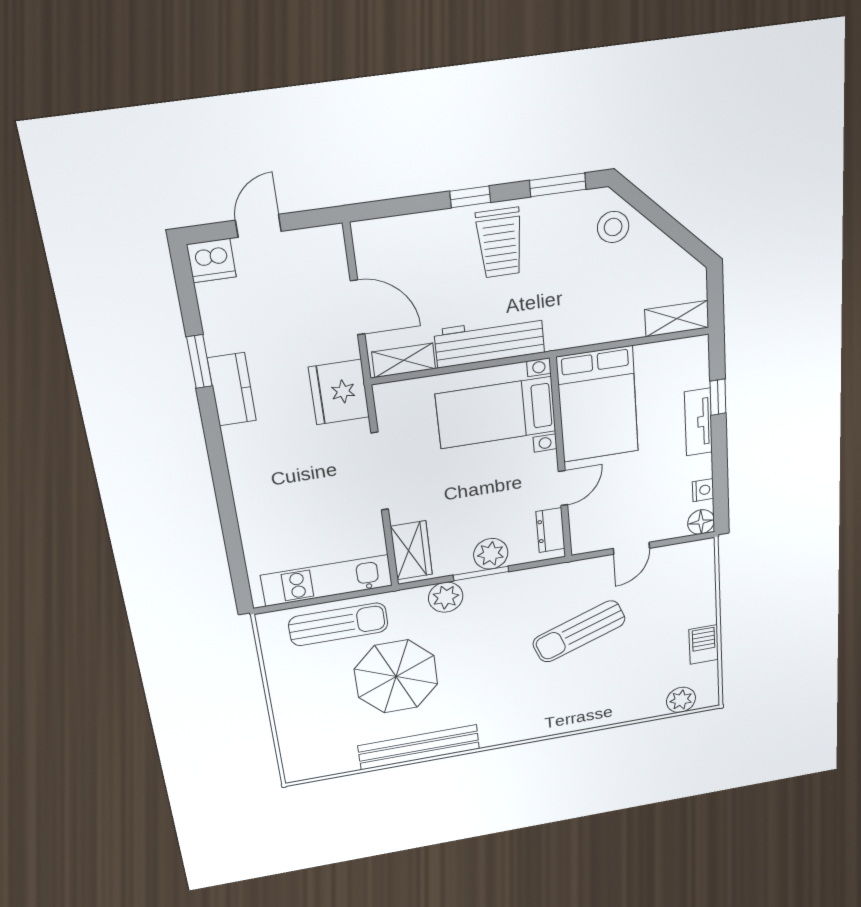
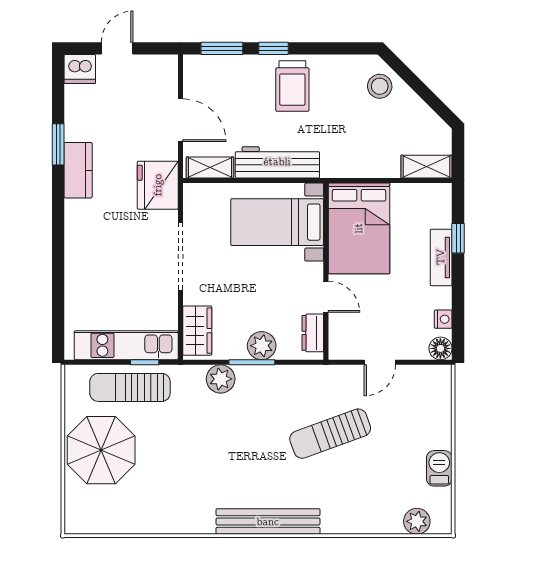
window: (558, 185) -> (222, 48), moved
door: (563, 488) -> (326, 297), hinge flipped
window: (352, 595) -> (145, 362), added
sun lounger: (338, 624) -> (130, 387), turned 180
parasol: (396, 677) -> (101, 450), moved
bench: (419, 747) -> (268, 522), moved

